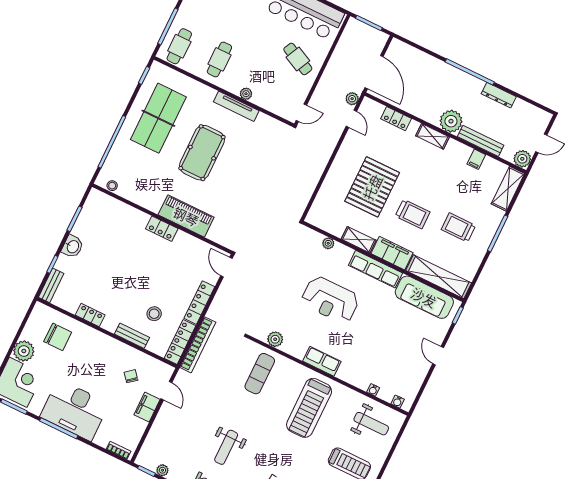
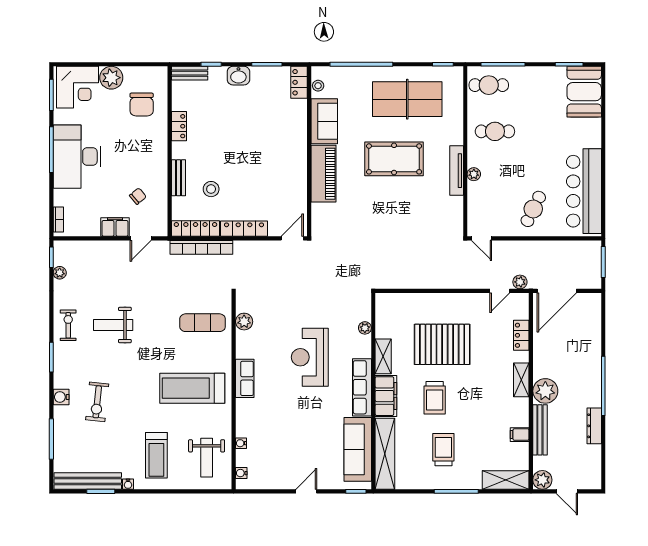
sofa: (144, 195) -> (324, 121), added
locker: (162, 229) -> (299, 82), moved

